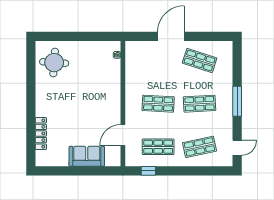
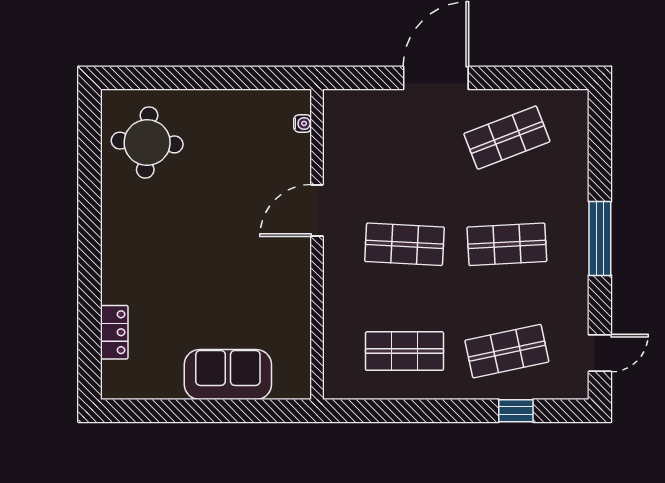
shop shelf: (200, 61) -> (507, 138), turned -39
locker: (41, 134) -> (114, 332), width x0.66
door: (123, 135) -> (317, 210), moved
window: (148, 171) -> (516, 411), moved

